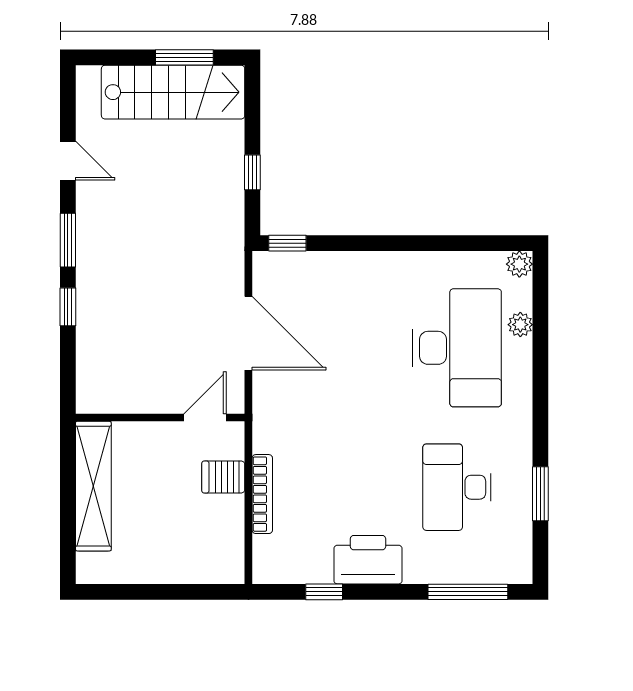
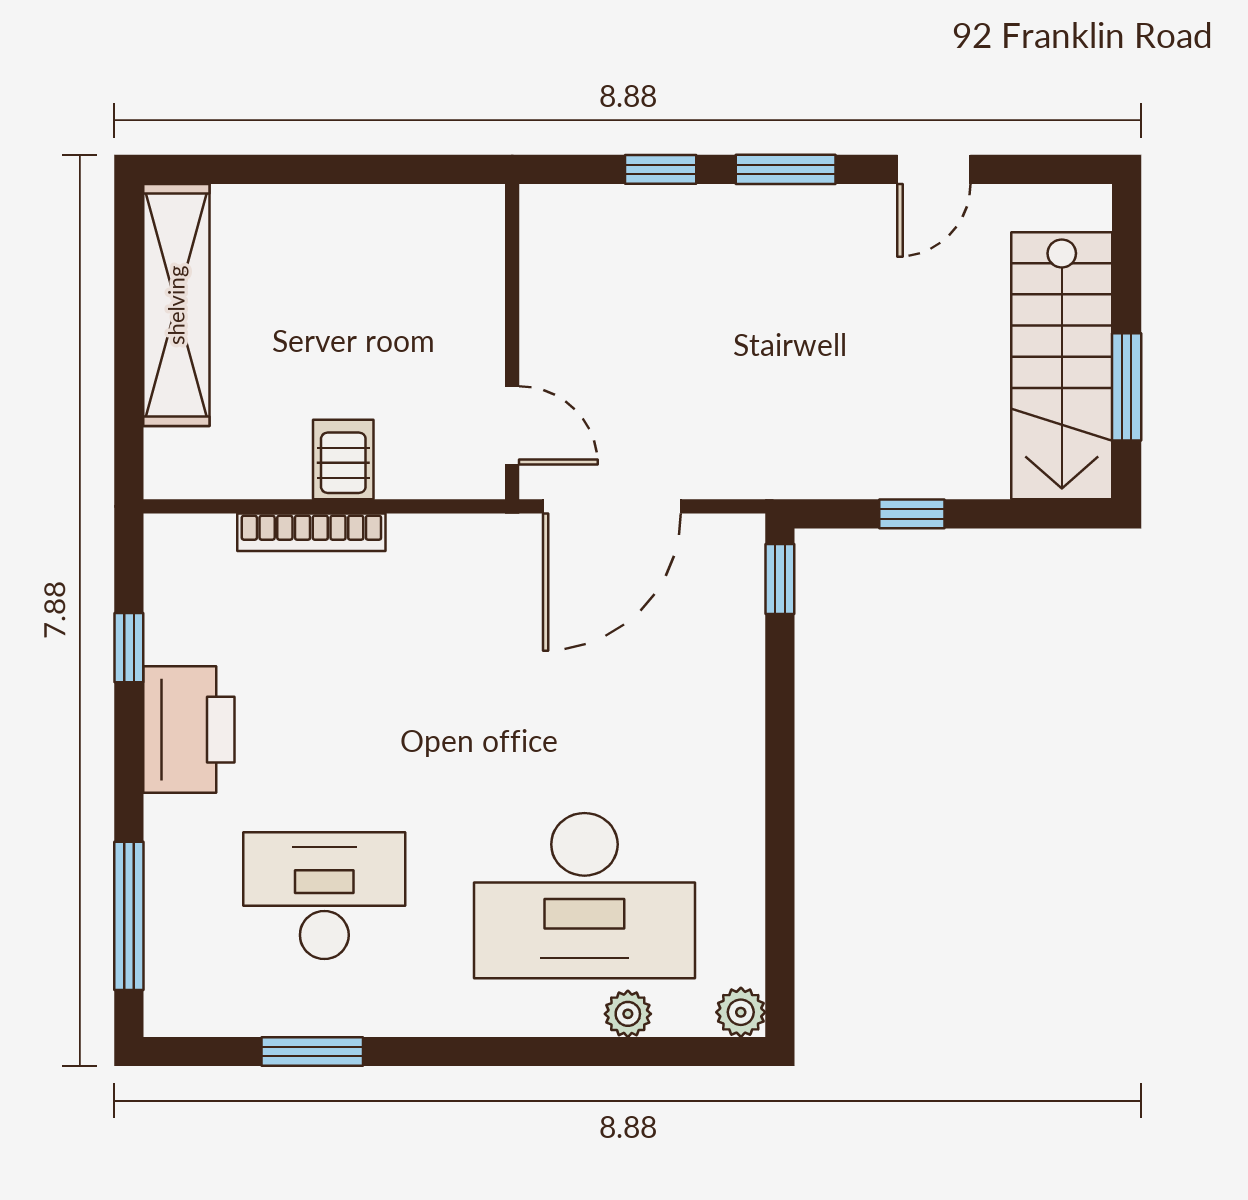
wall: (160, 417) -> (512, 342), moved
door: (205, 417) -> (512, 425), moved
shelving: (93, 486) -> (176, 305), moved, turned 90

